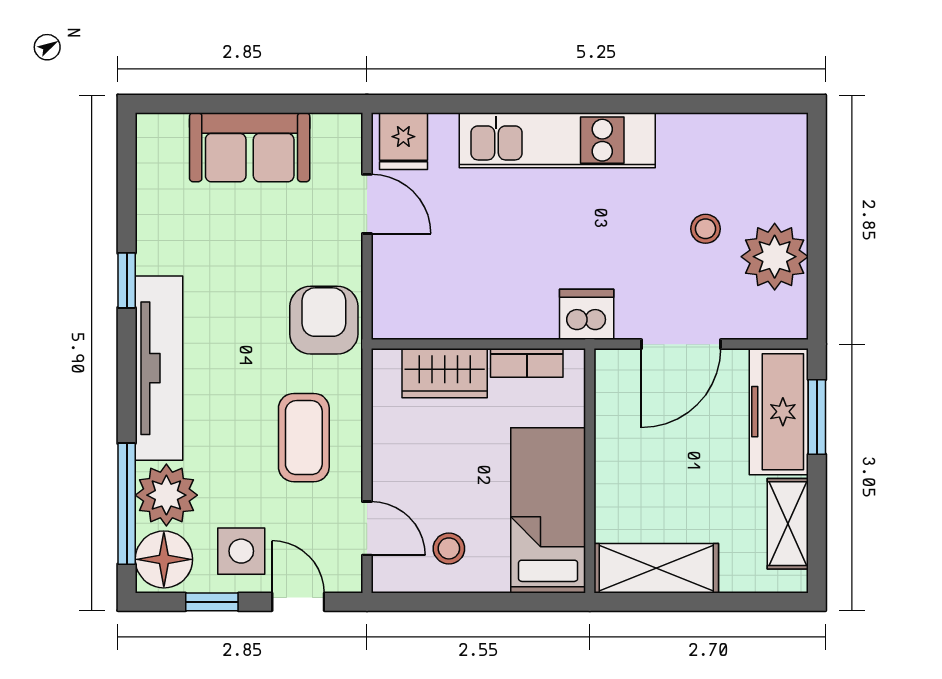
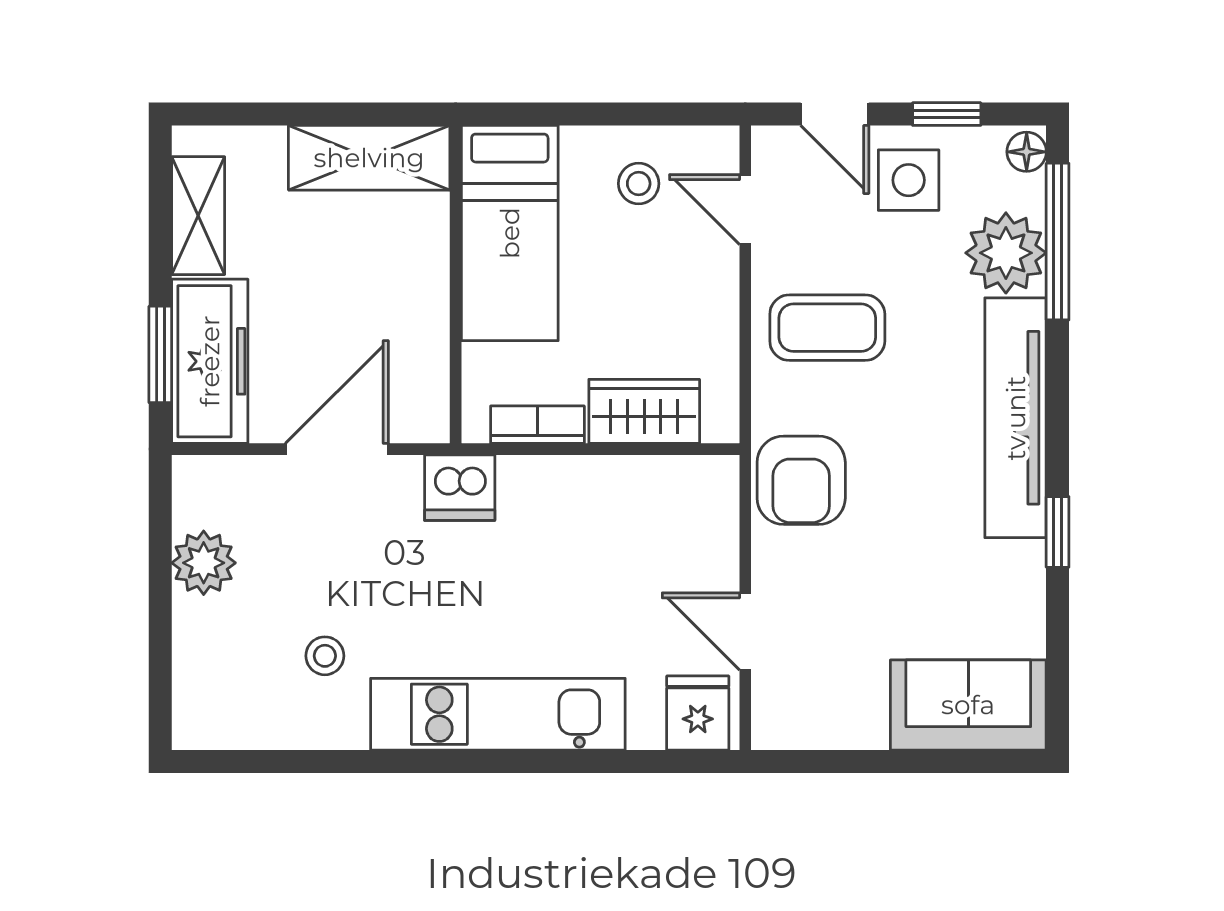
sofa: (250, 147) -> (968, 705), moved
stool: (705, 229) -> (325, 656), moved
plant: (775, 257) -> (204, 563), width x0.73, depth x0.73
coffee table: (304, 438) -> (827, 328), turned 90
floor lamp: (164, 559) -> (1027, 152), width x0.53, depth x0.53

